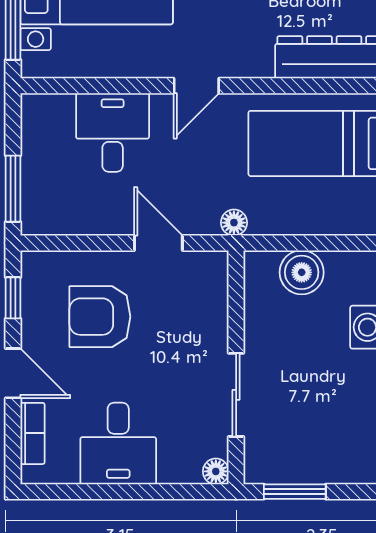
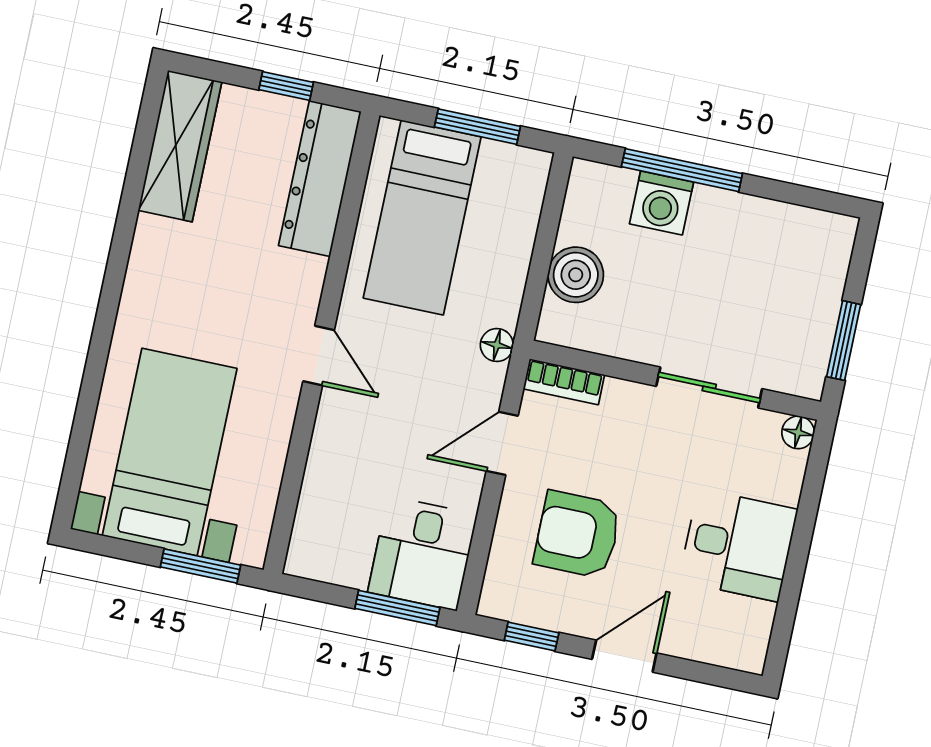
desk: (113, 132) -> (422, 553), moved, turned -90
armchair: (100, 317) -> (577, 535), turned 90
bookcase: (32, 433) -> (564, 382), moved, turned 180

